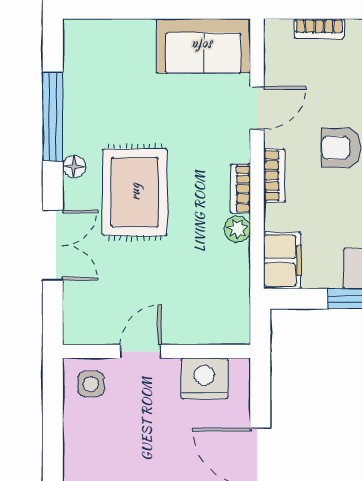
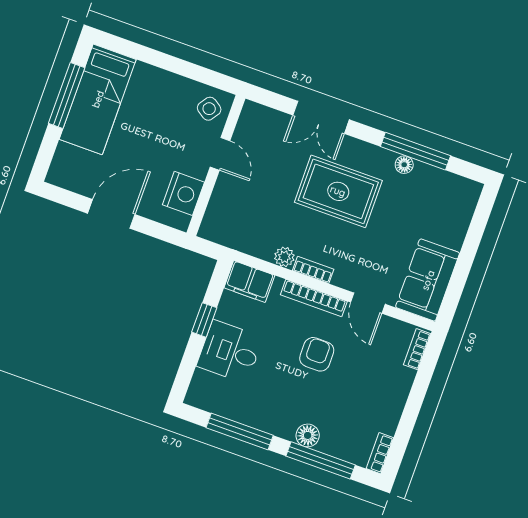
bookcase: (319, 29) -> (417, 349), moved
floor lamp: (74, 167) -> (404, 165), moved
bookcase: (274, 176) -> (314, 298), width x1.56
side table: (91, 384) -> (209, 109), turned 34

